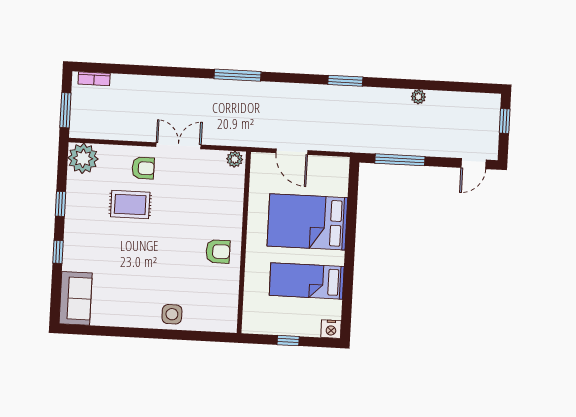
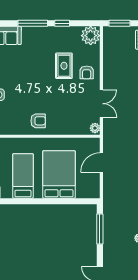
double door: (179, 146) -> (101, 104), moved
armchair: (218, 251) -> (38, 121), turned -90
window: (58, 252) -> (33, 23), width x2.17

